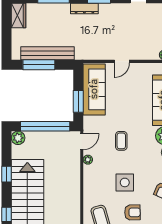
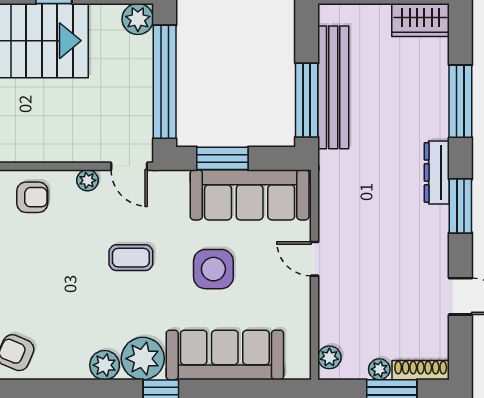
window: (39, 65) -> (307, 100), moved
side table: (125, 182) -> (213, 269), moved
armchair: (95, 184) -> (32, 197), added

